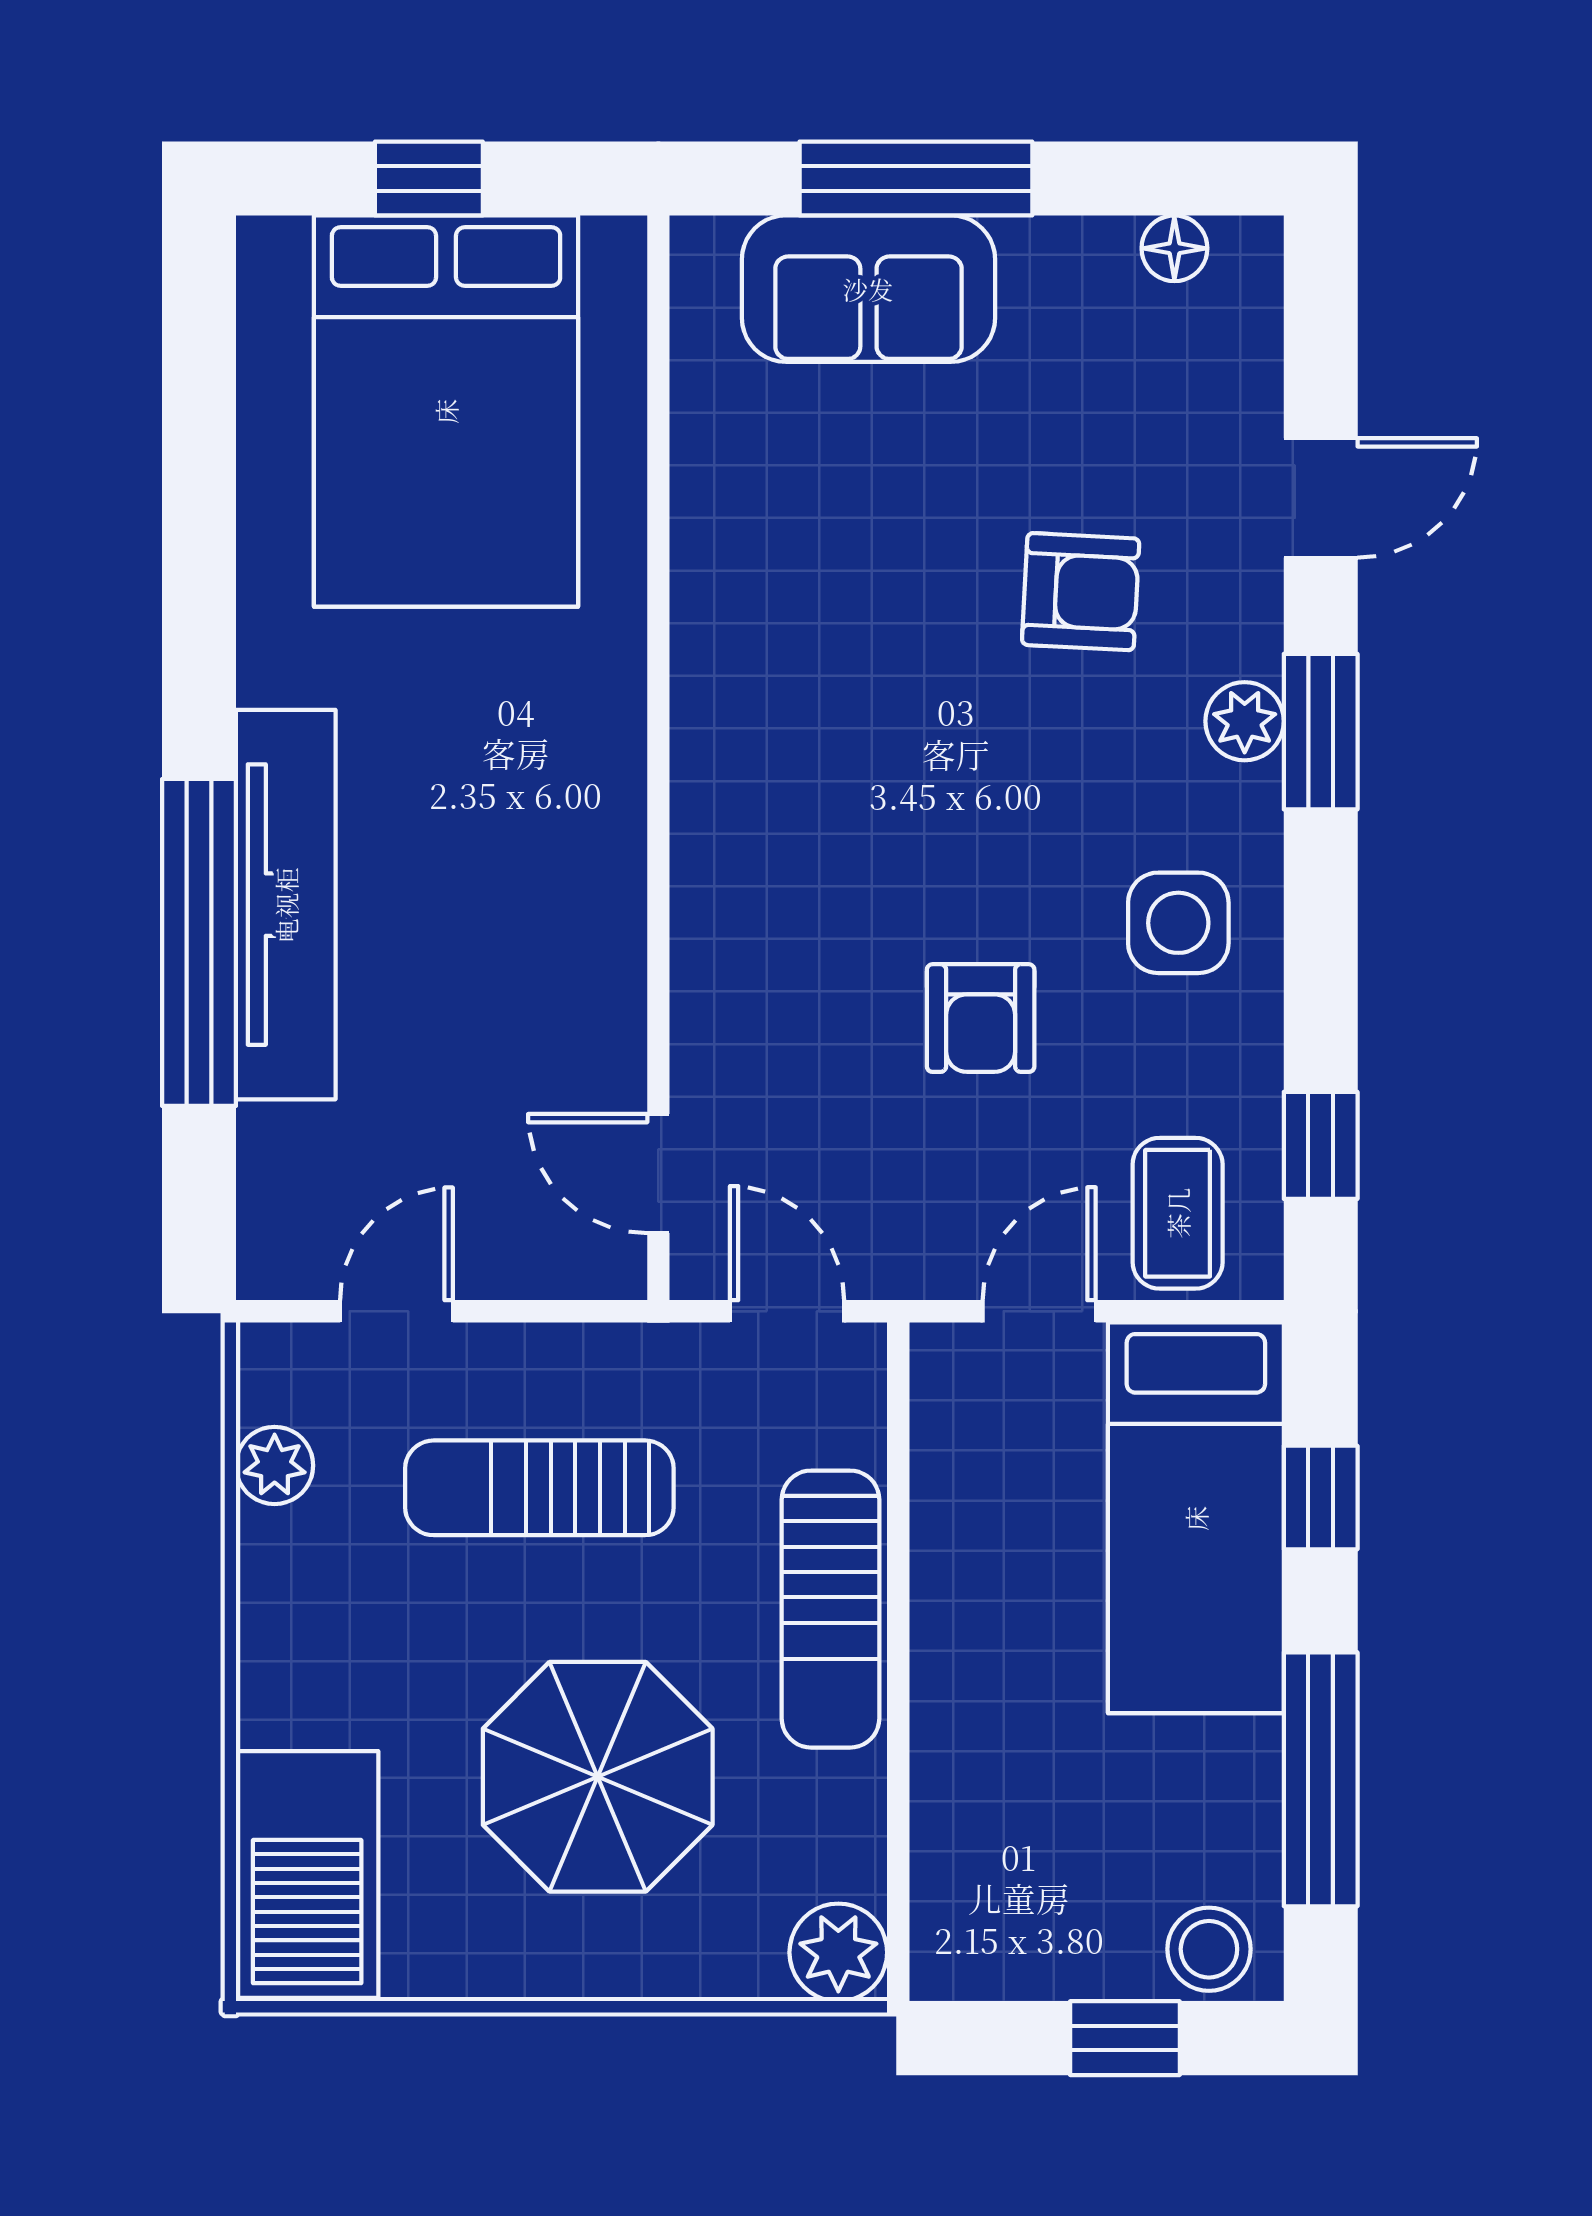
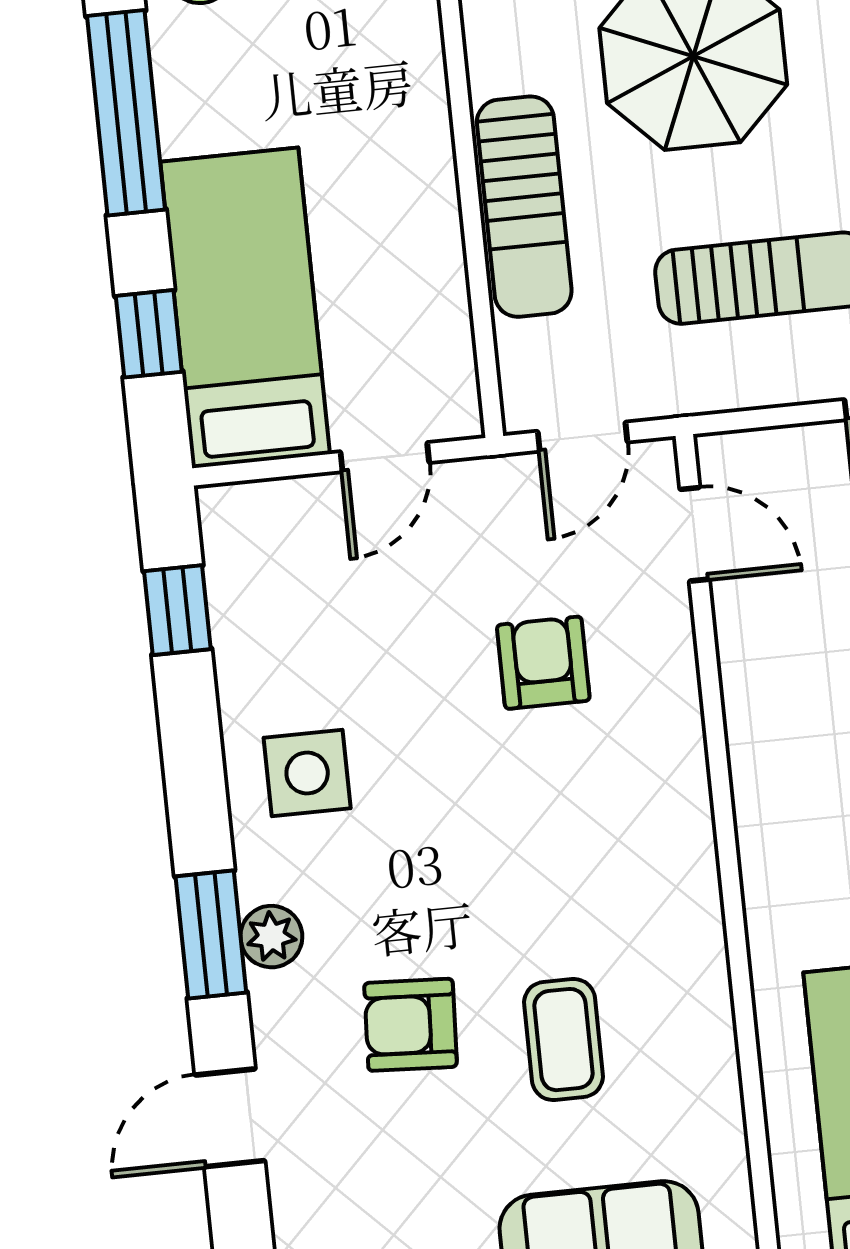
armchair: (981, 1018) -> (543, 663), moved
coffee table: (1178, 1213) -> (563, 1040), moved
door: (787, 1311) -> (582, 437), hinge flipped
sun lounger: (831, 1609) -> (524, 207), turned 180

